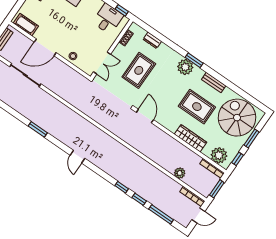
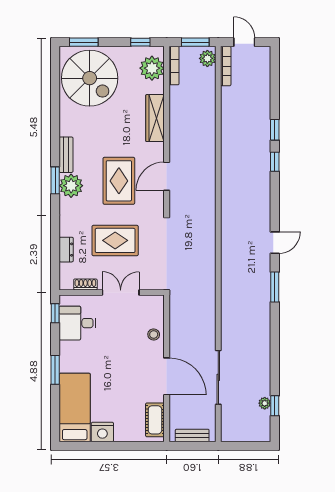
double door: (102, 63) -> (121, 292), moved
bench: (214, 83) -> (66, 155), moved
rug: (197, 107) -> (119, 181), moved
door: (145, 116) -> (167, 176), moved
spiral stairs: (237, 118) -> (90, 78), turned -90
window: (38, 129) -> (275, 287), moved
window: (251, 139) -> (84, 42), moved
plant: (180, 173) -> (207, 58), moved
window: (161, 214) -> (275, 89), removed

